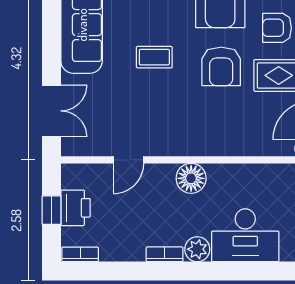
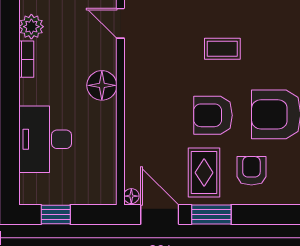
coffee table: (154, 57) -> (222, 49), turned 90
plant: (197, 249) -> (31, 27), moved

